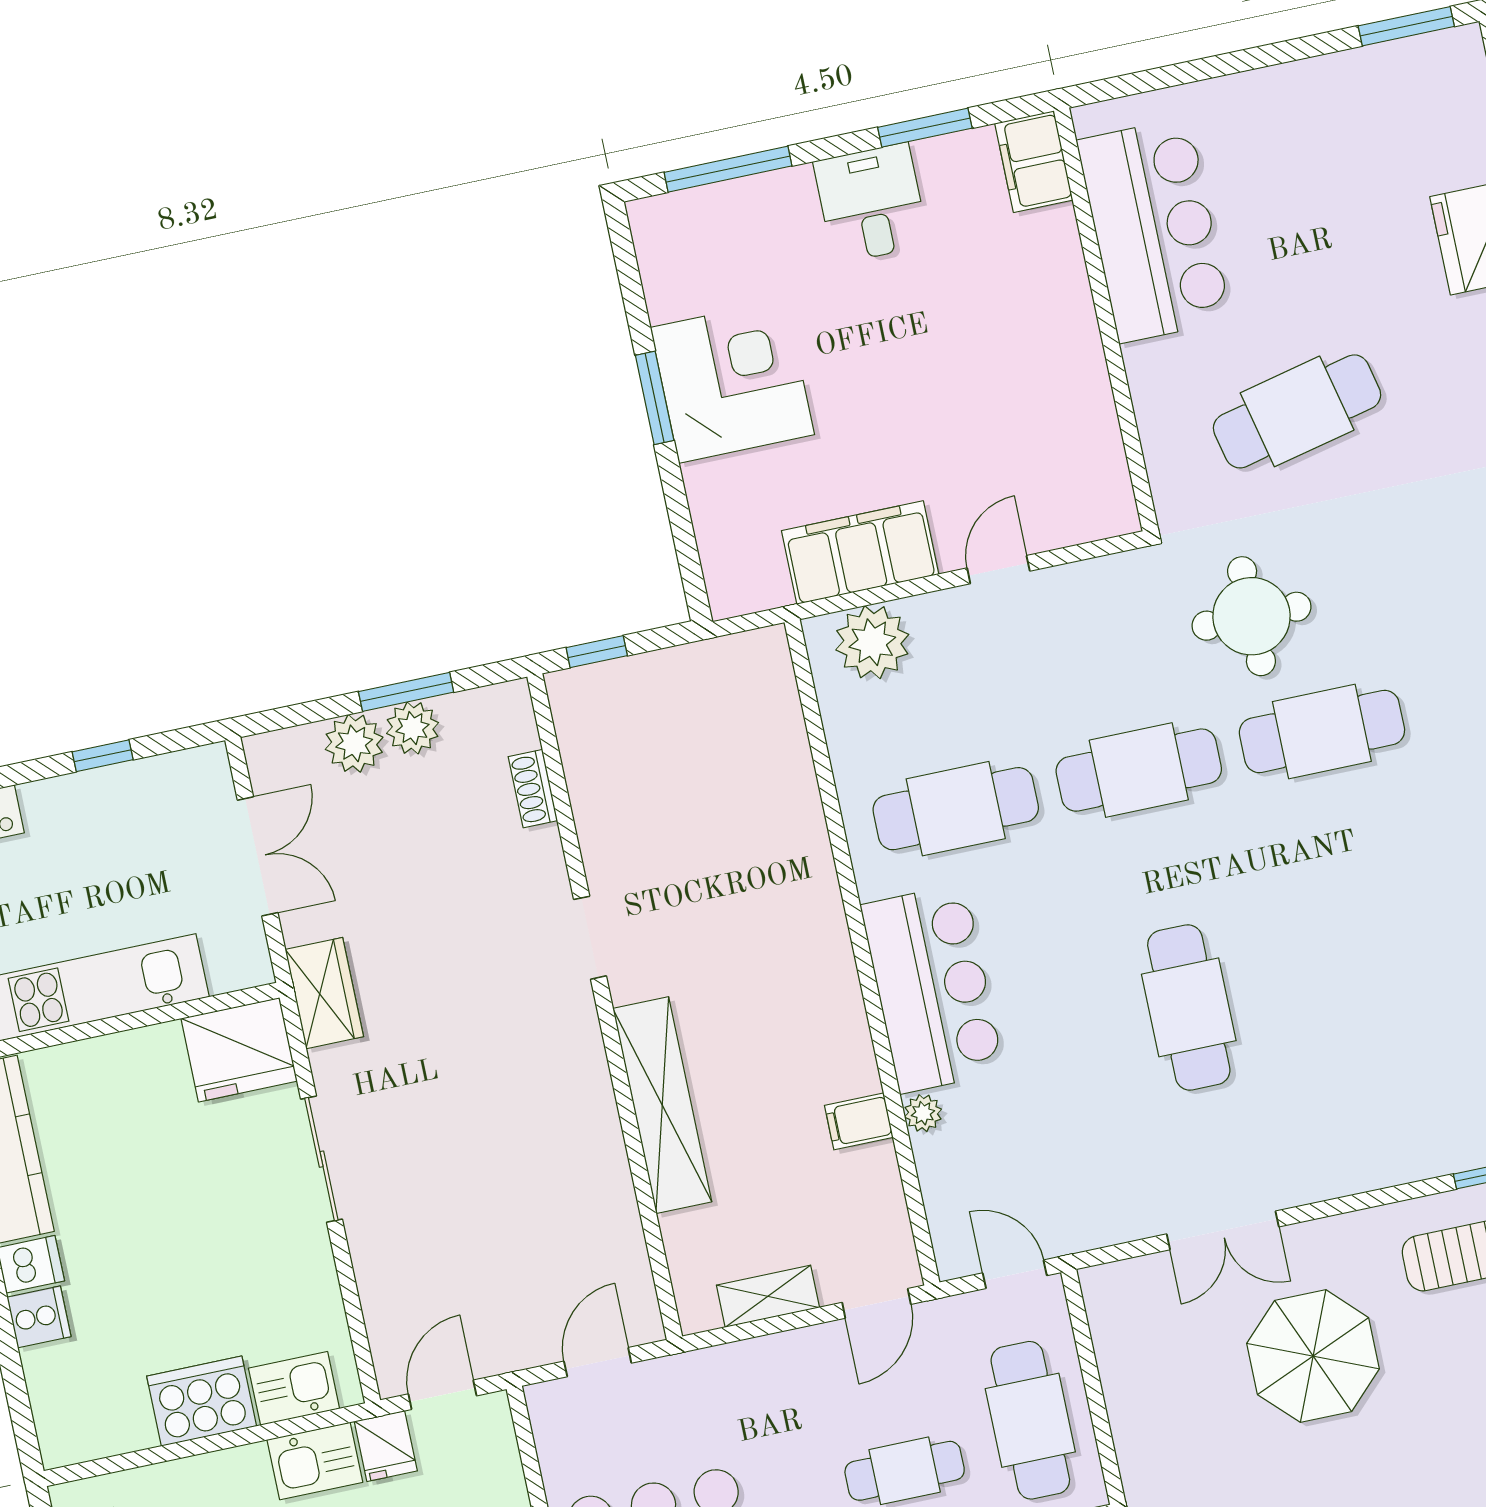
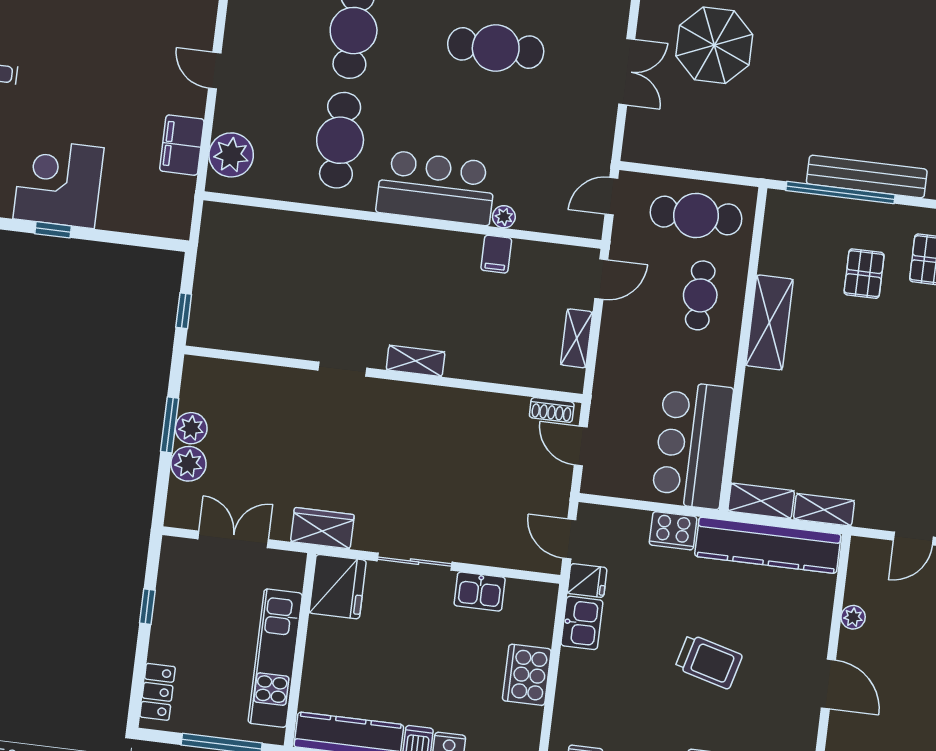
window: (655, 398) -> (53, 230), width x0.67
filing cabinet: (860, 553) -> (182, 145), width x0.67, depth x0.86
shoe rack: (533, 789) -> (552, 410), moved
shelving: (662, 1105) -> (416, 361), width x0.45, depth x0.75
door: (876, 1303) -> (601, 279), hinge flipped
kitchen sink: (294, 1388) -> (480, 591), moved, turned -90

